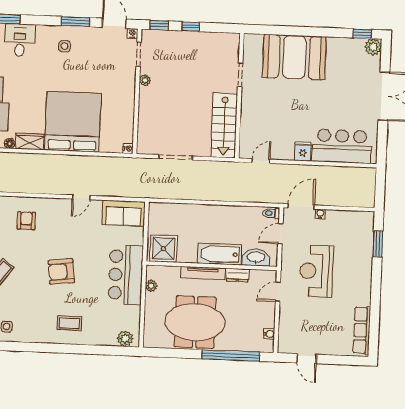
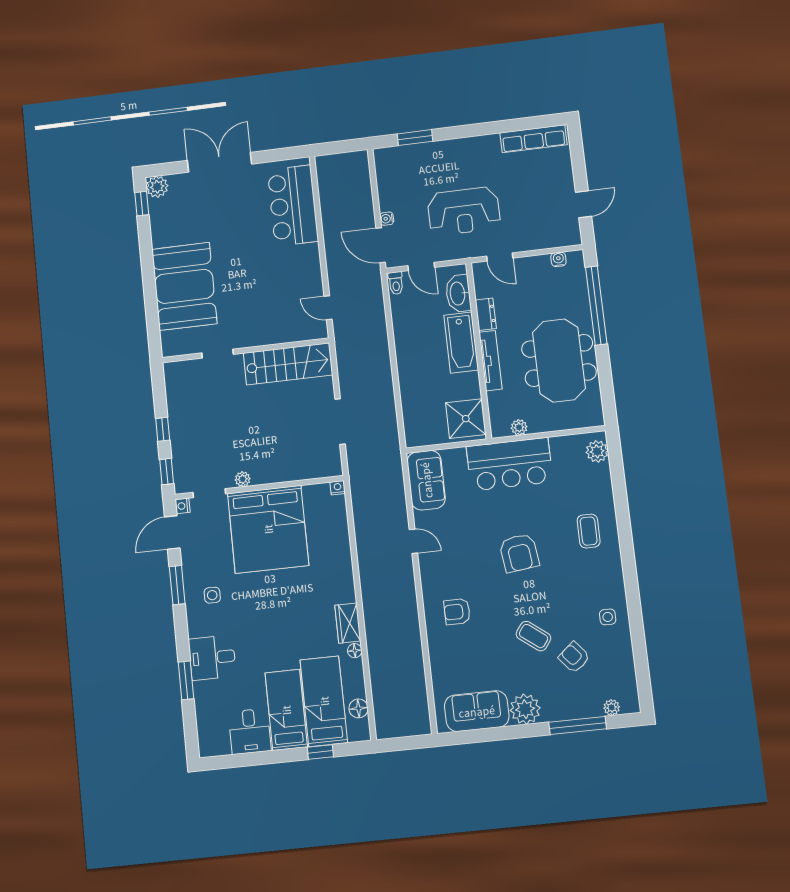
bed: (73, 122) -> (268, 529), moved, turned -90
fridge: (303, 151) -> (307, 255), removed

